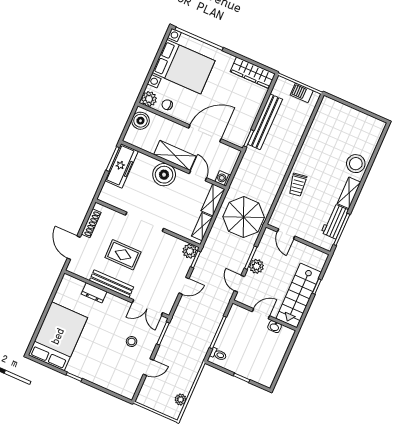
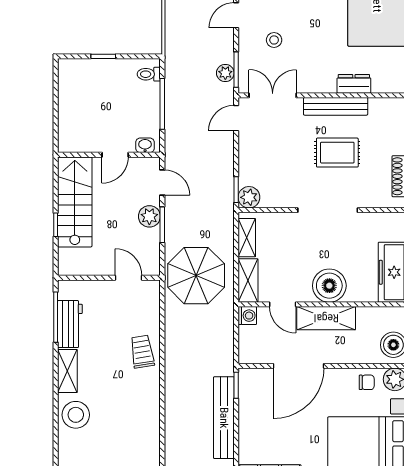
door: (184, 286) -> (236, 118), moved
washbasin: (275, 327) -> (145, 145), moved
plant: (171, 334) -> (225, 73), added

